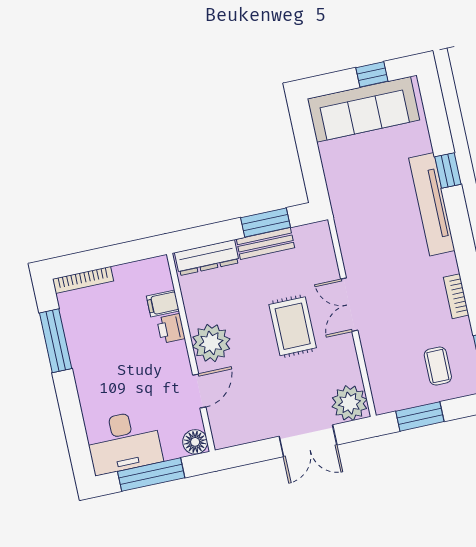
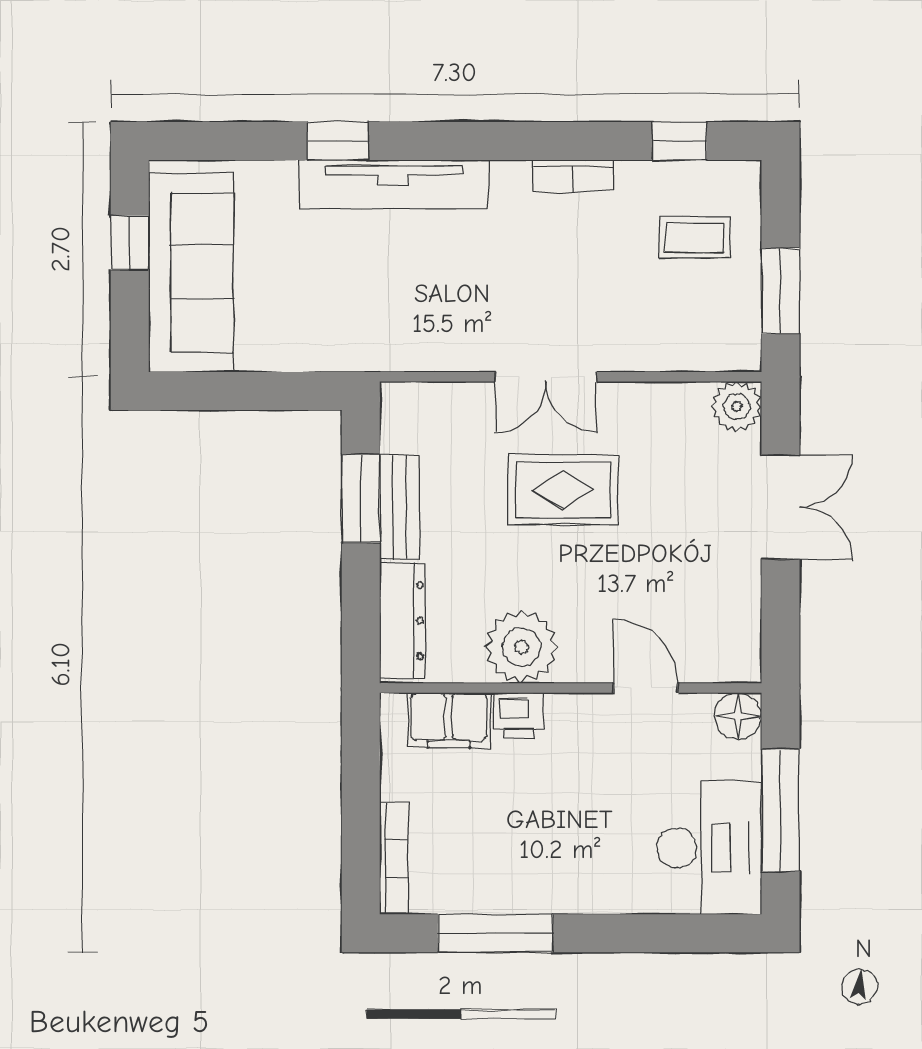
filing cabinet: (163, 303) -> (449, 720), width x2.00
plant: (211, 343) -> (521, 647), moved
plant: (349, 403) -> (737, 406), width x0.73, depth x0.73

